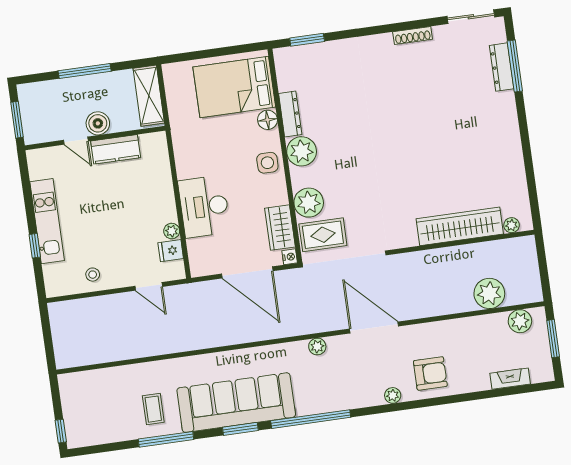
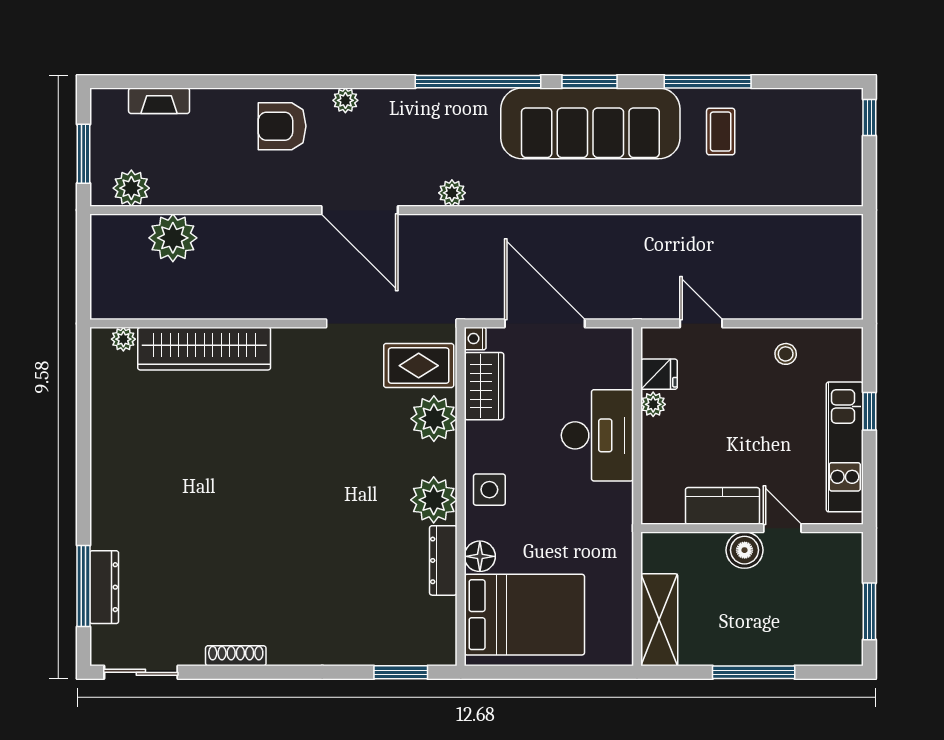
boiler: (98, 123) -> (745, 550), moved
wall: (95, 138) -> (752, 528), moved
door: (76, 141) -> (782, 528), moved
kitchen counter: (116, 149) -> (723, 506), moved

